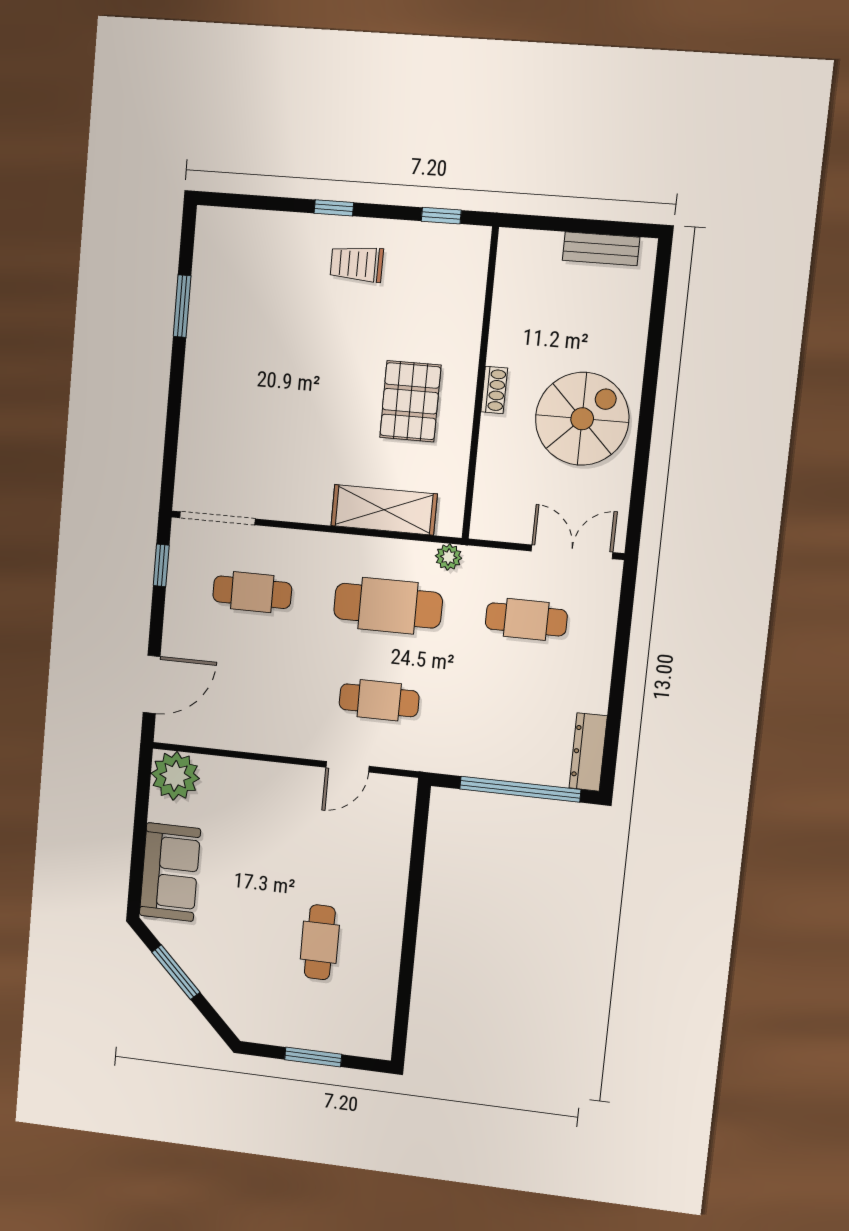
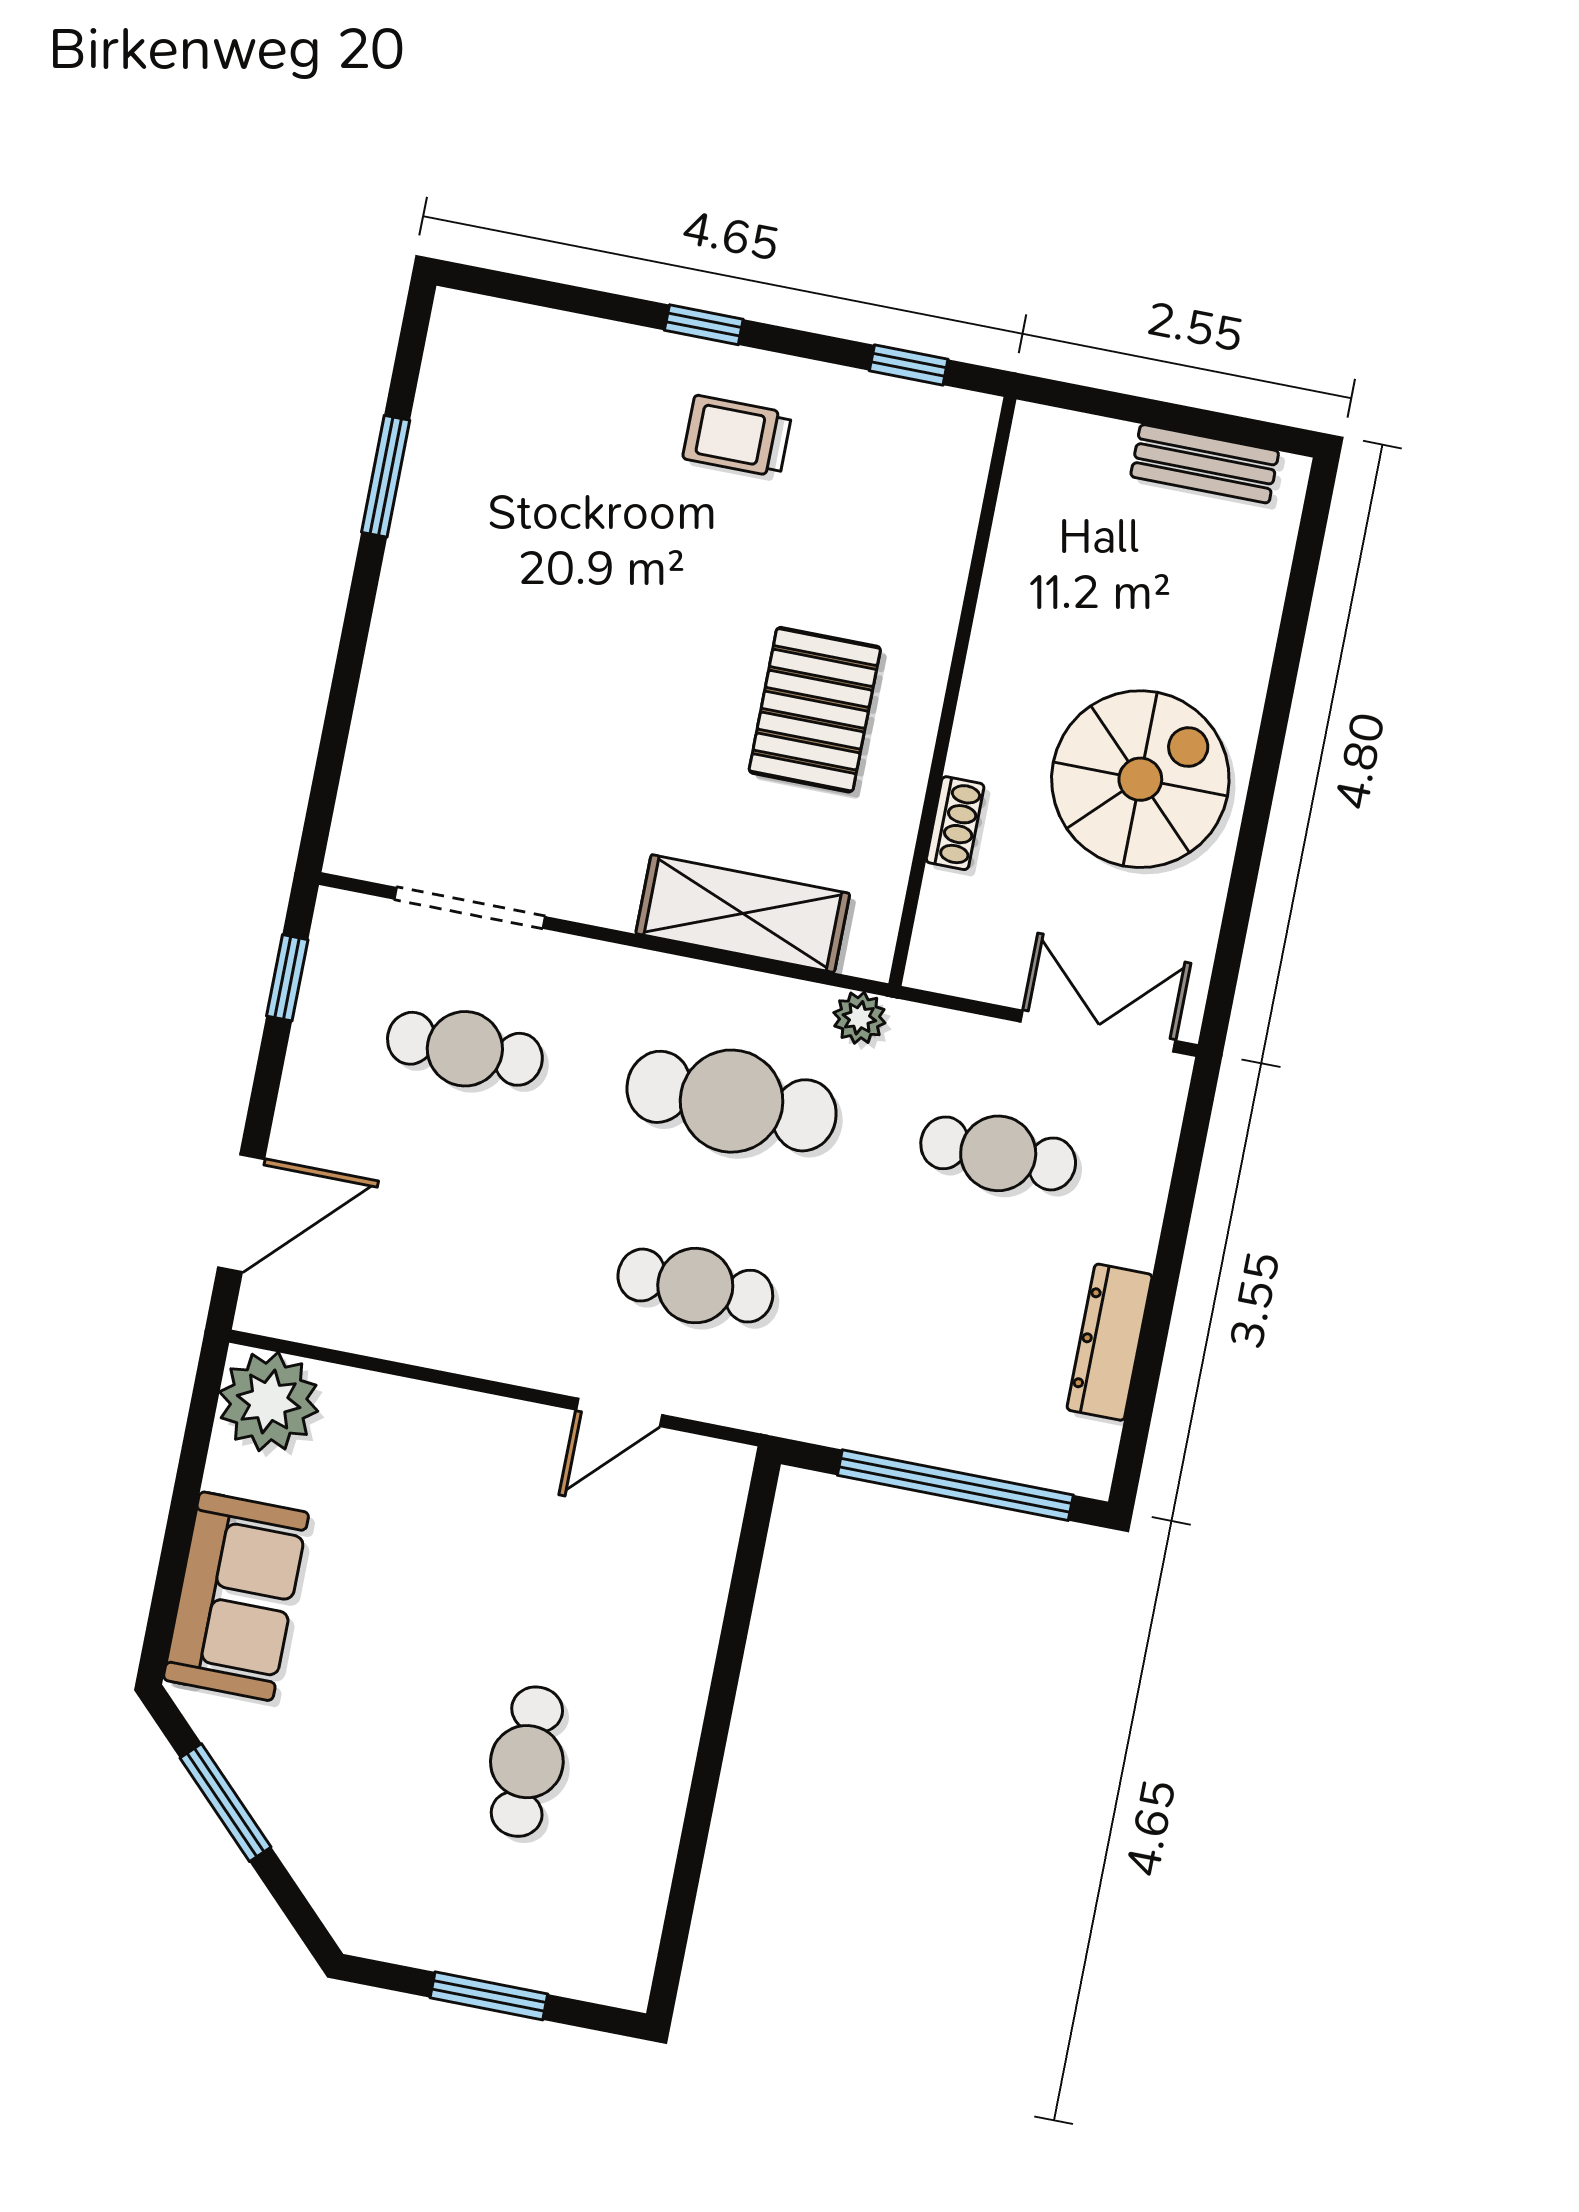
shoe rack: (494, 390) -> (955, 823), moved
doorway: (217, 518) -> (470, 908), moved
dresser: (588, 752) -> (1110, 1342), moved

